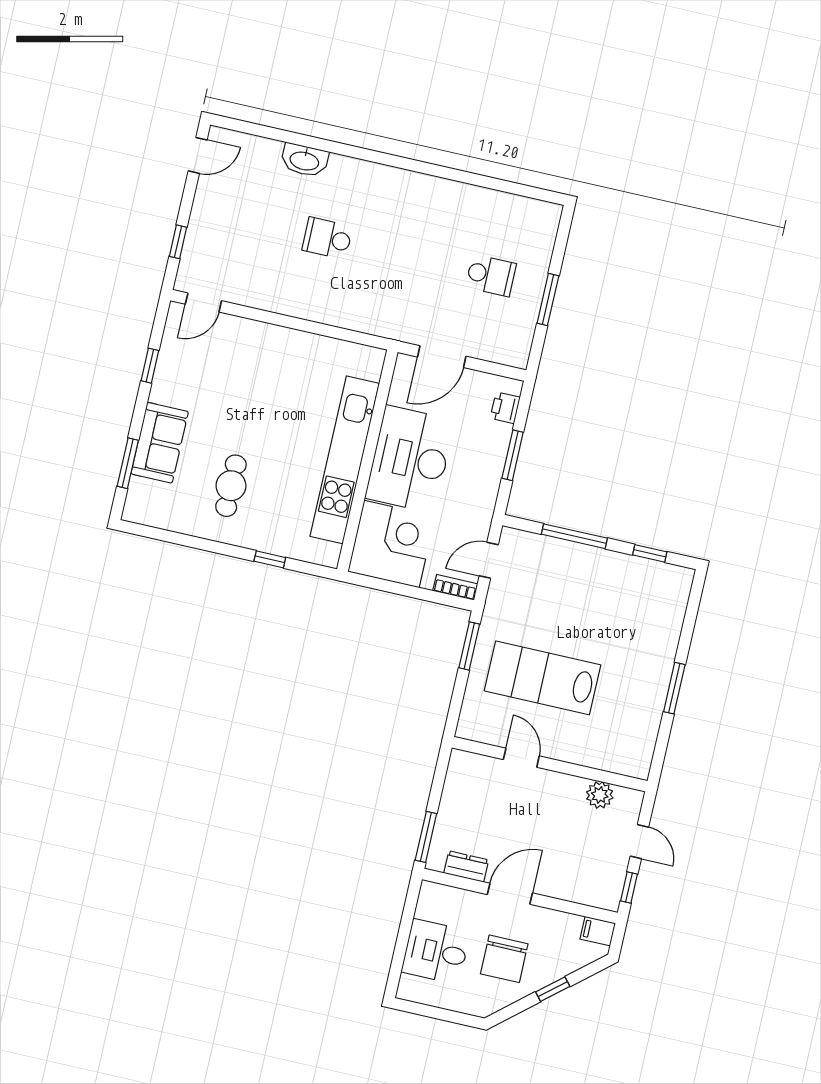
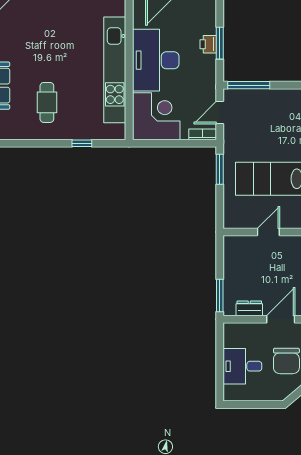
printer: (505, 408) -> (208, 44), moved
window: (574, 536) -> (249, 85), moved
door: (521, 758) -> (268, 232), hinge flipped

